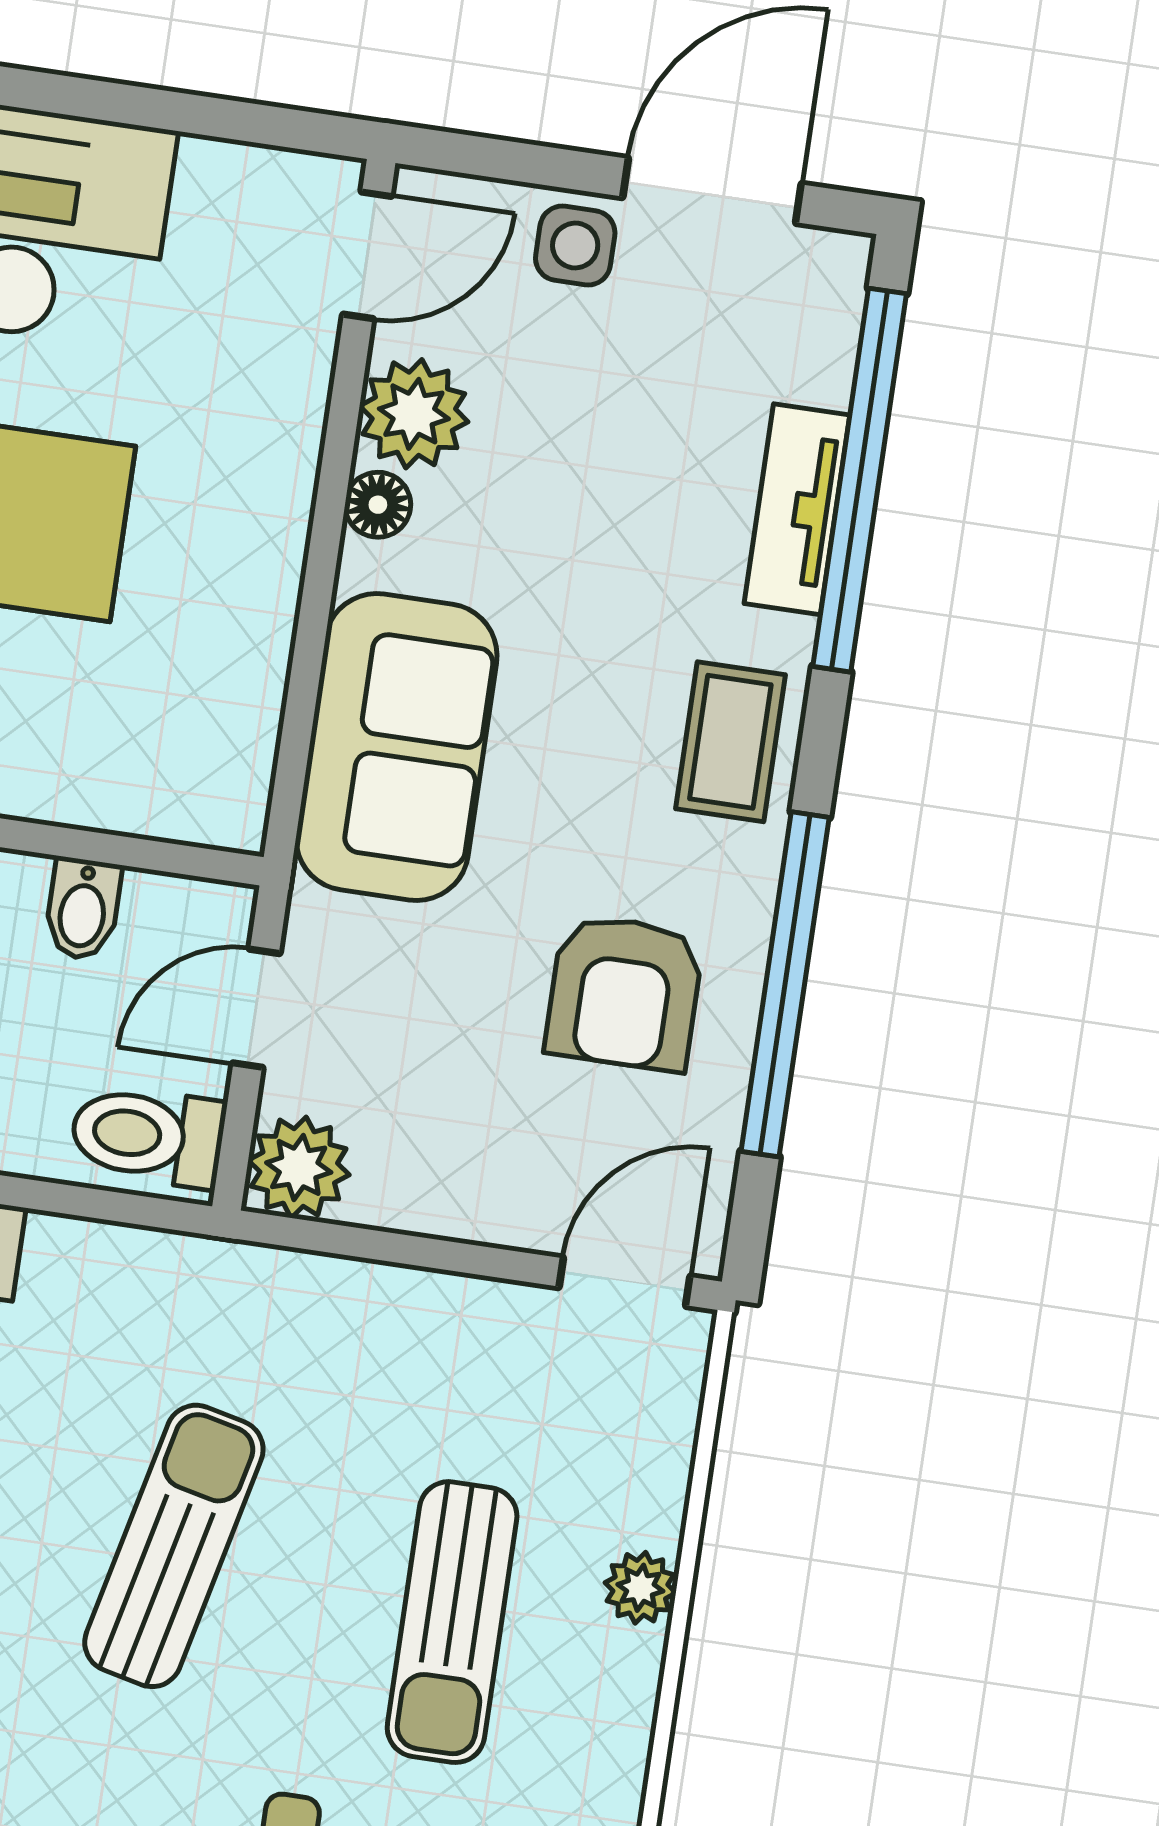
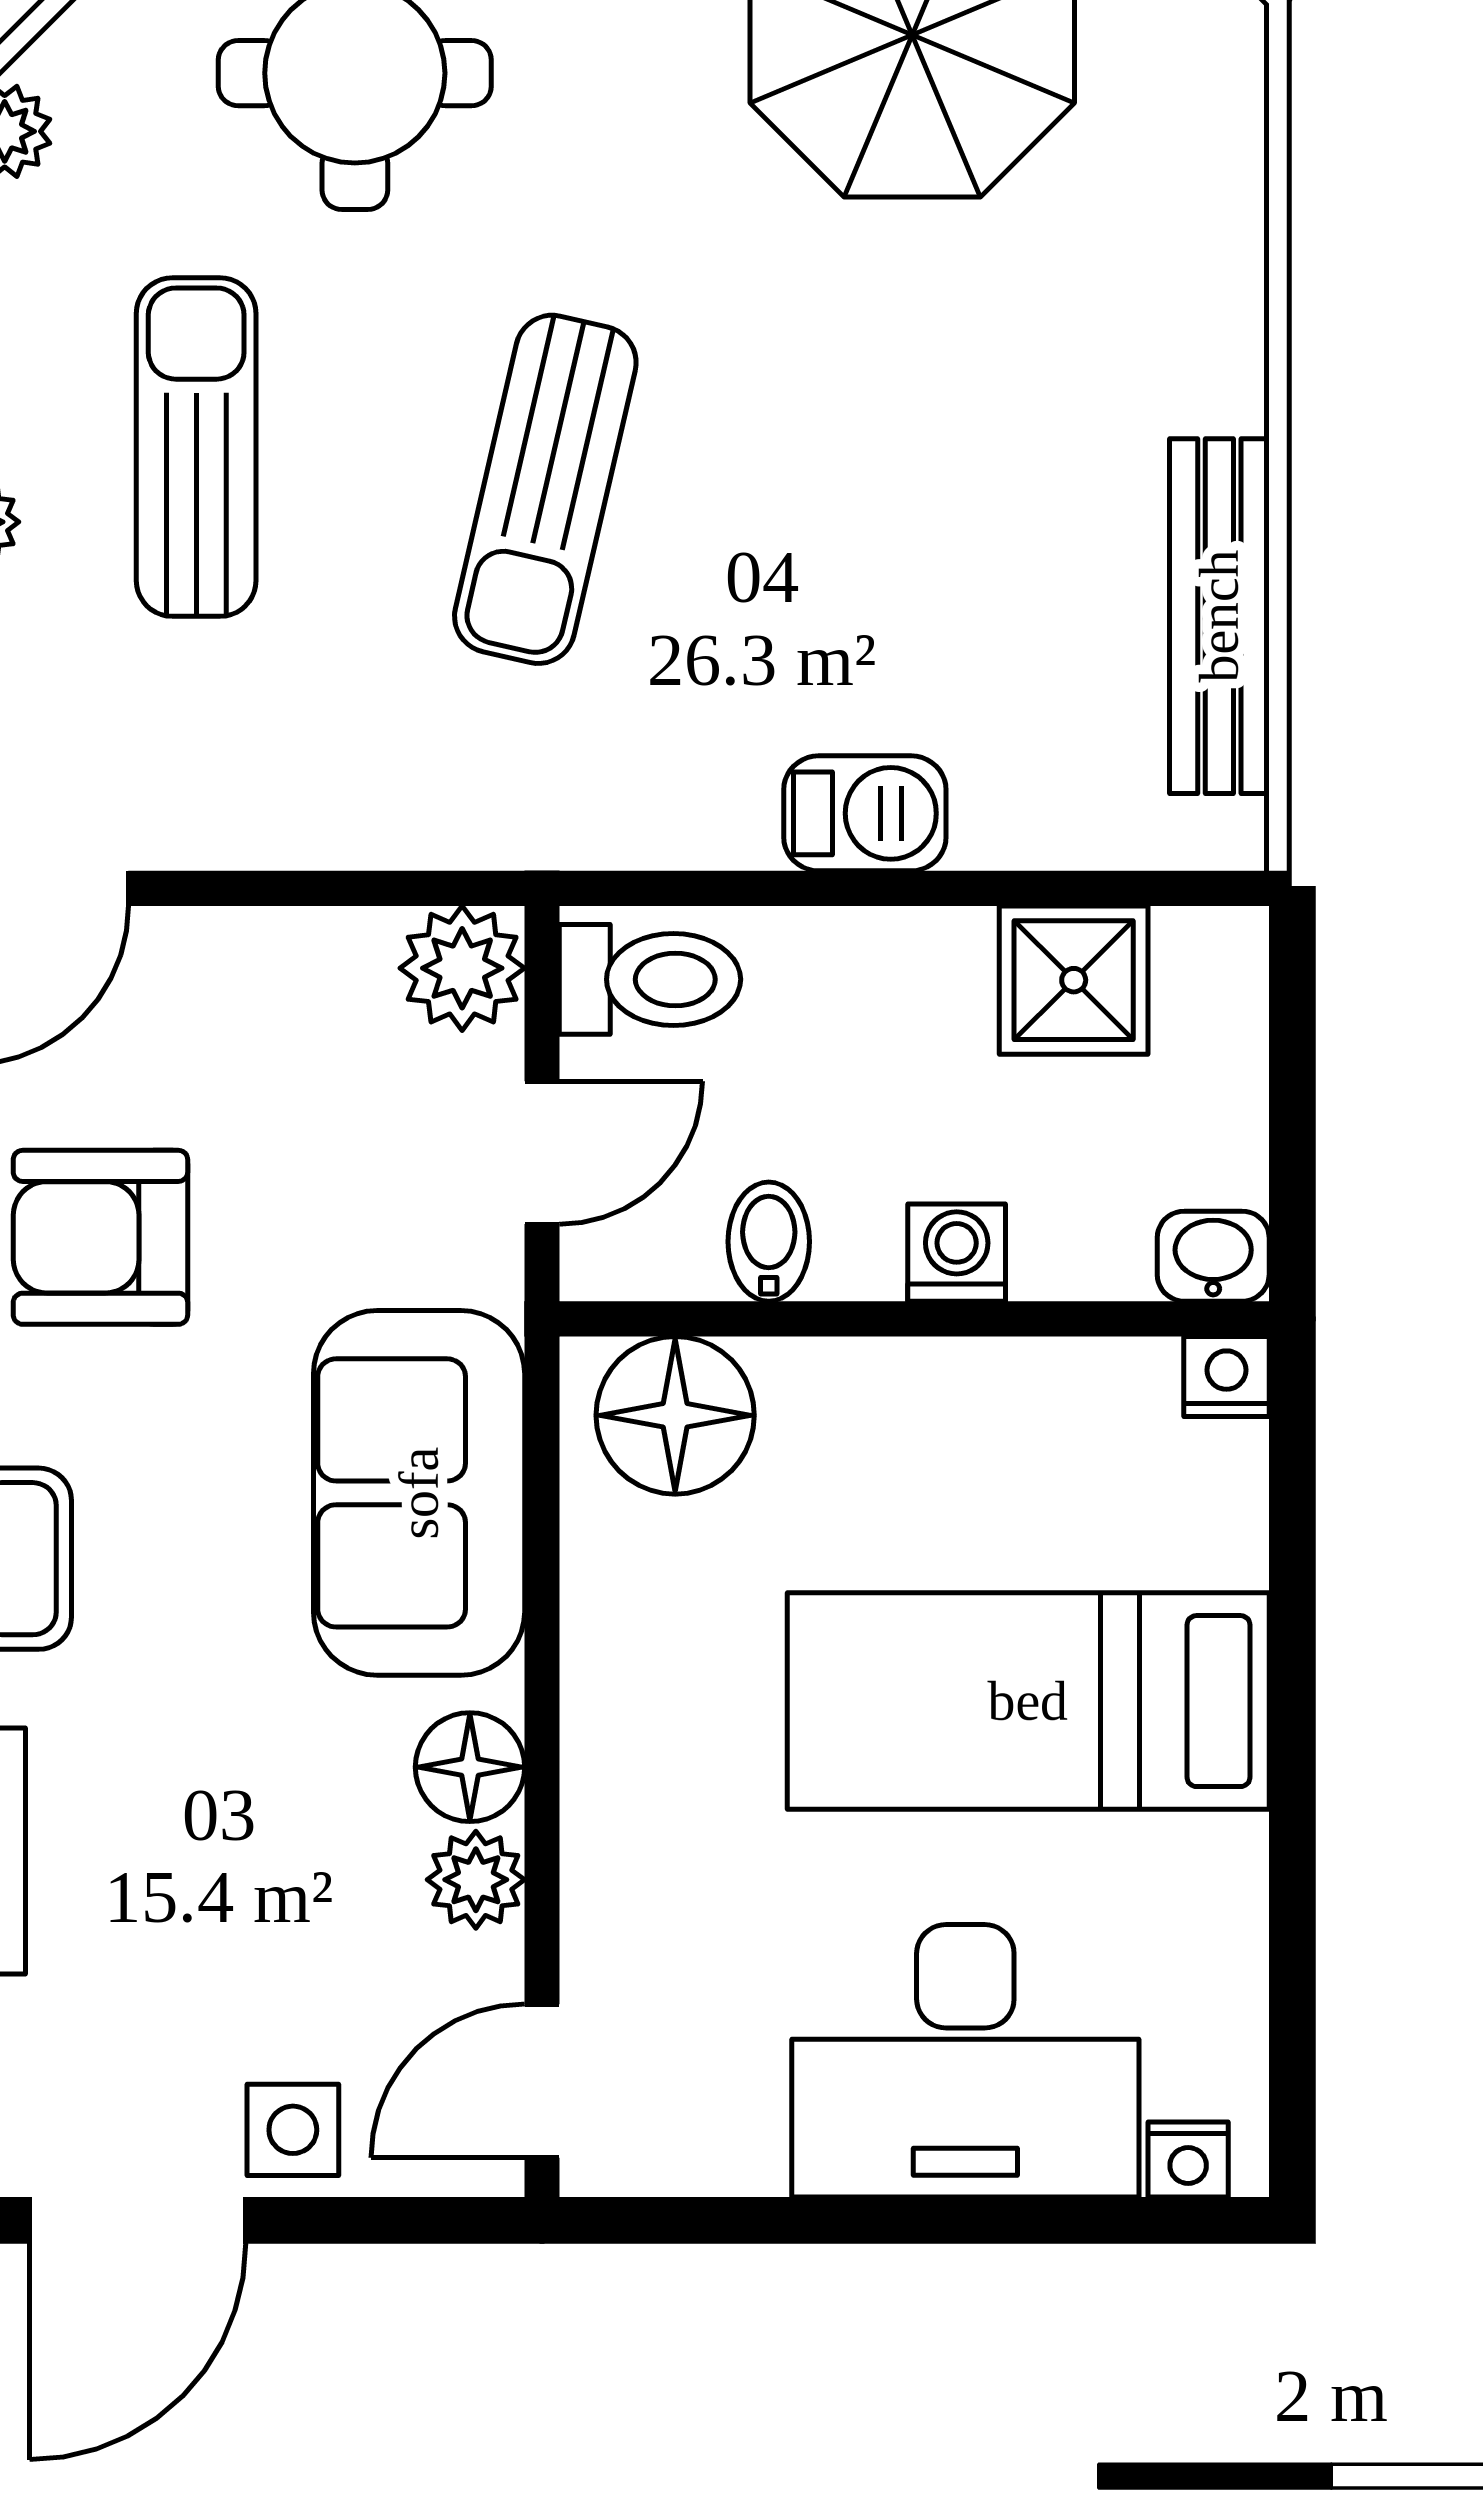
plant: (414, 414) -> (476, 1880), width x0.73, depth x0.73
floor lamp: (378, 505) -> (470, 1767), width x1.37, depth x1.37
floor lamp: (179, 779) -> (675, 1415), added
armchair: (624, 993) -> (100, 1237), turned -90

